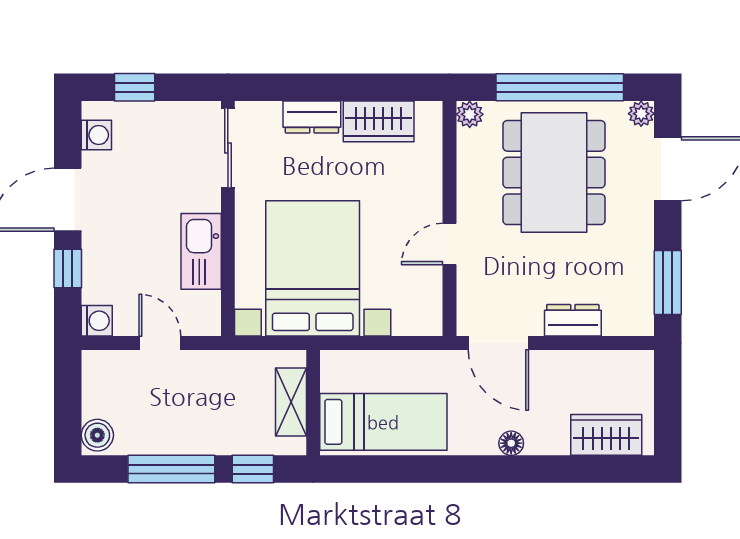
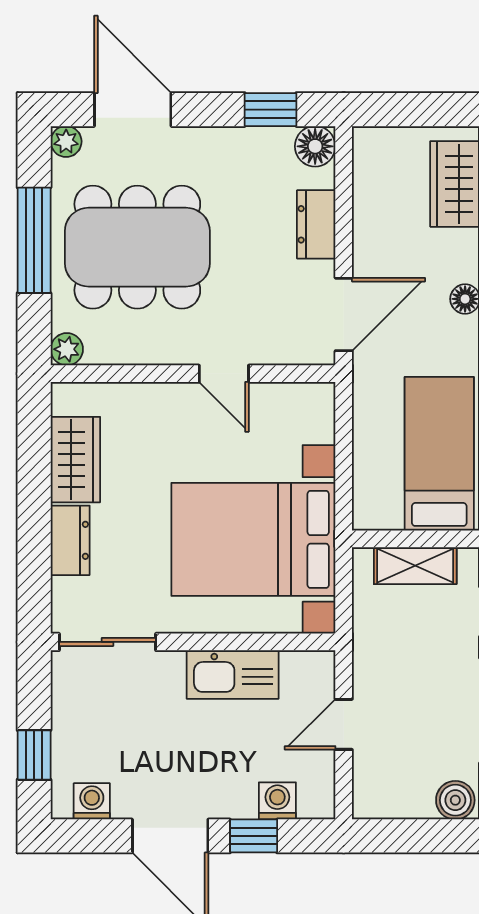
window: (560, 87) -> (34, 240), width x0.68
window: (668, 283) -> (270, 110), width x0.67
floor lamp: (637, 319) -> (315, 146), added
washing machine: (97, 321) -> (277, 801), moved

